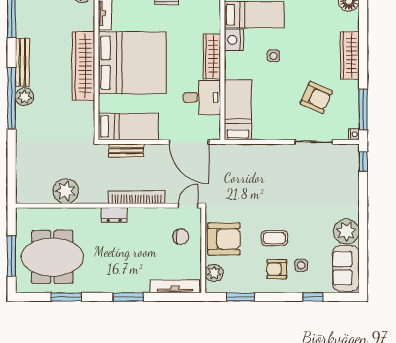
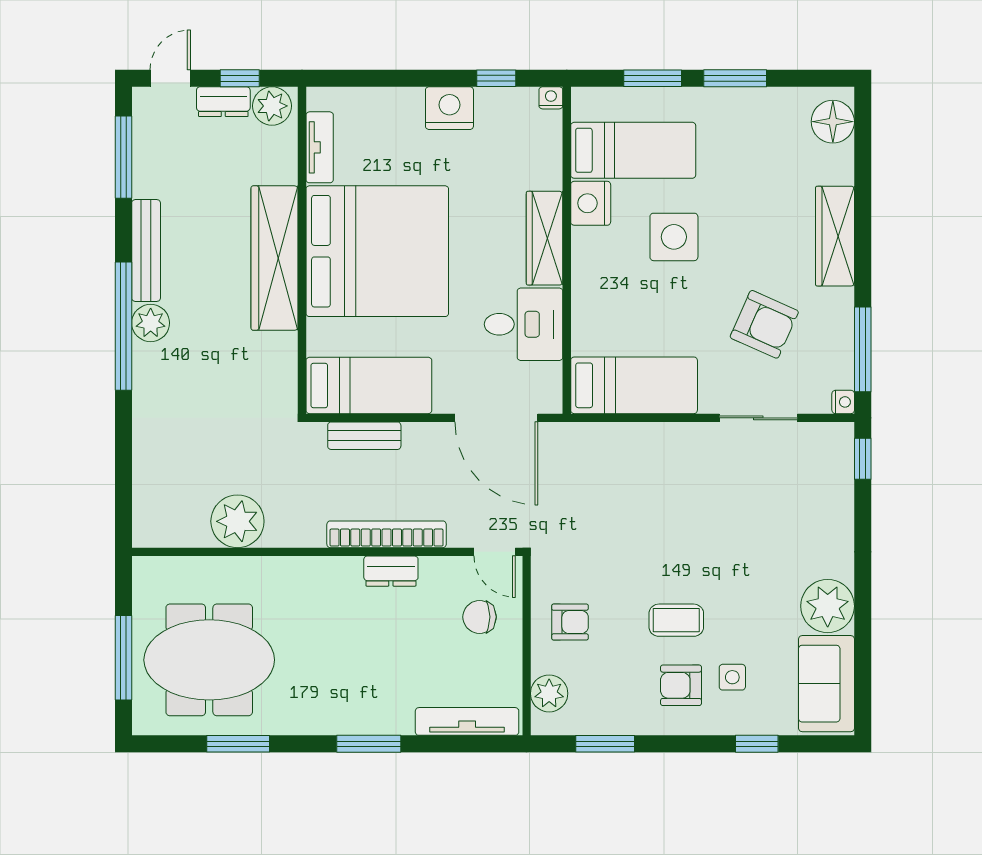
side table: (273, 56) -> (674, 237), width x1.87, depth x1.87
bed: (238, 110) -> (634, 385), moved, turned 90
door: (188, 206) -> (495, 552), swing flipped
dresser: (114, 215) -> (391, 571), moved
chair: (181, 237) -> (479, 617), turned 180
armchair: (224, 239) -> (570, 622), width x0.53, depth x0.53

